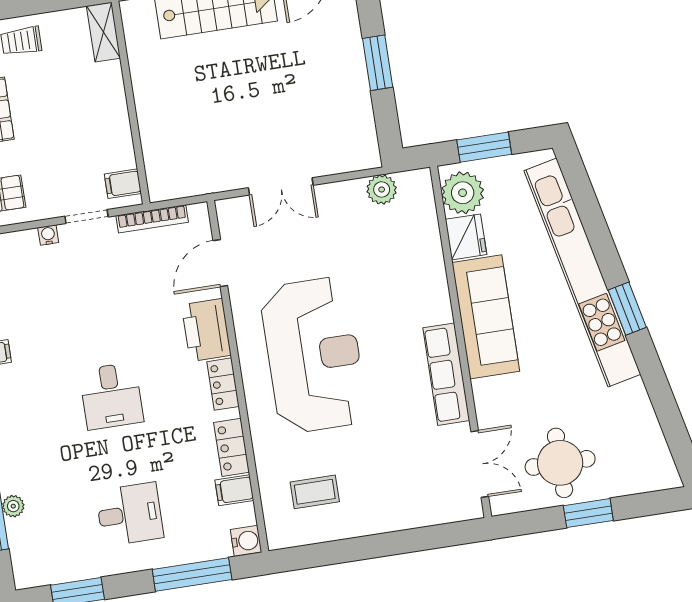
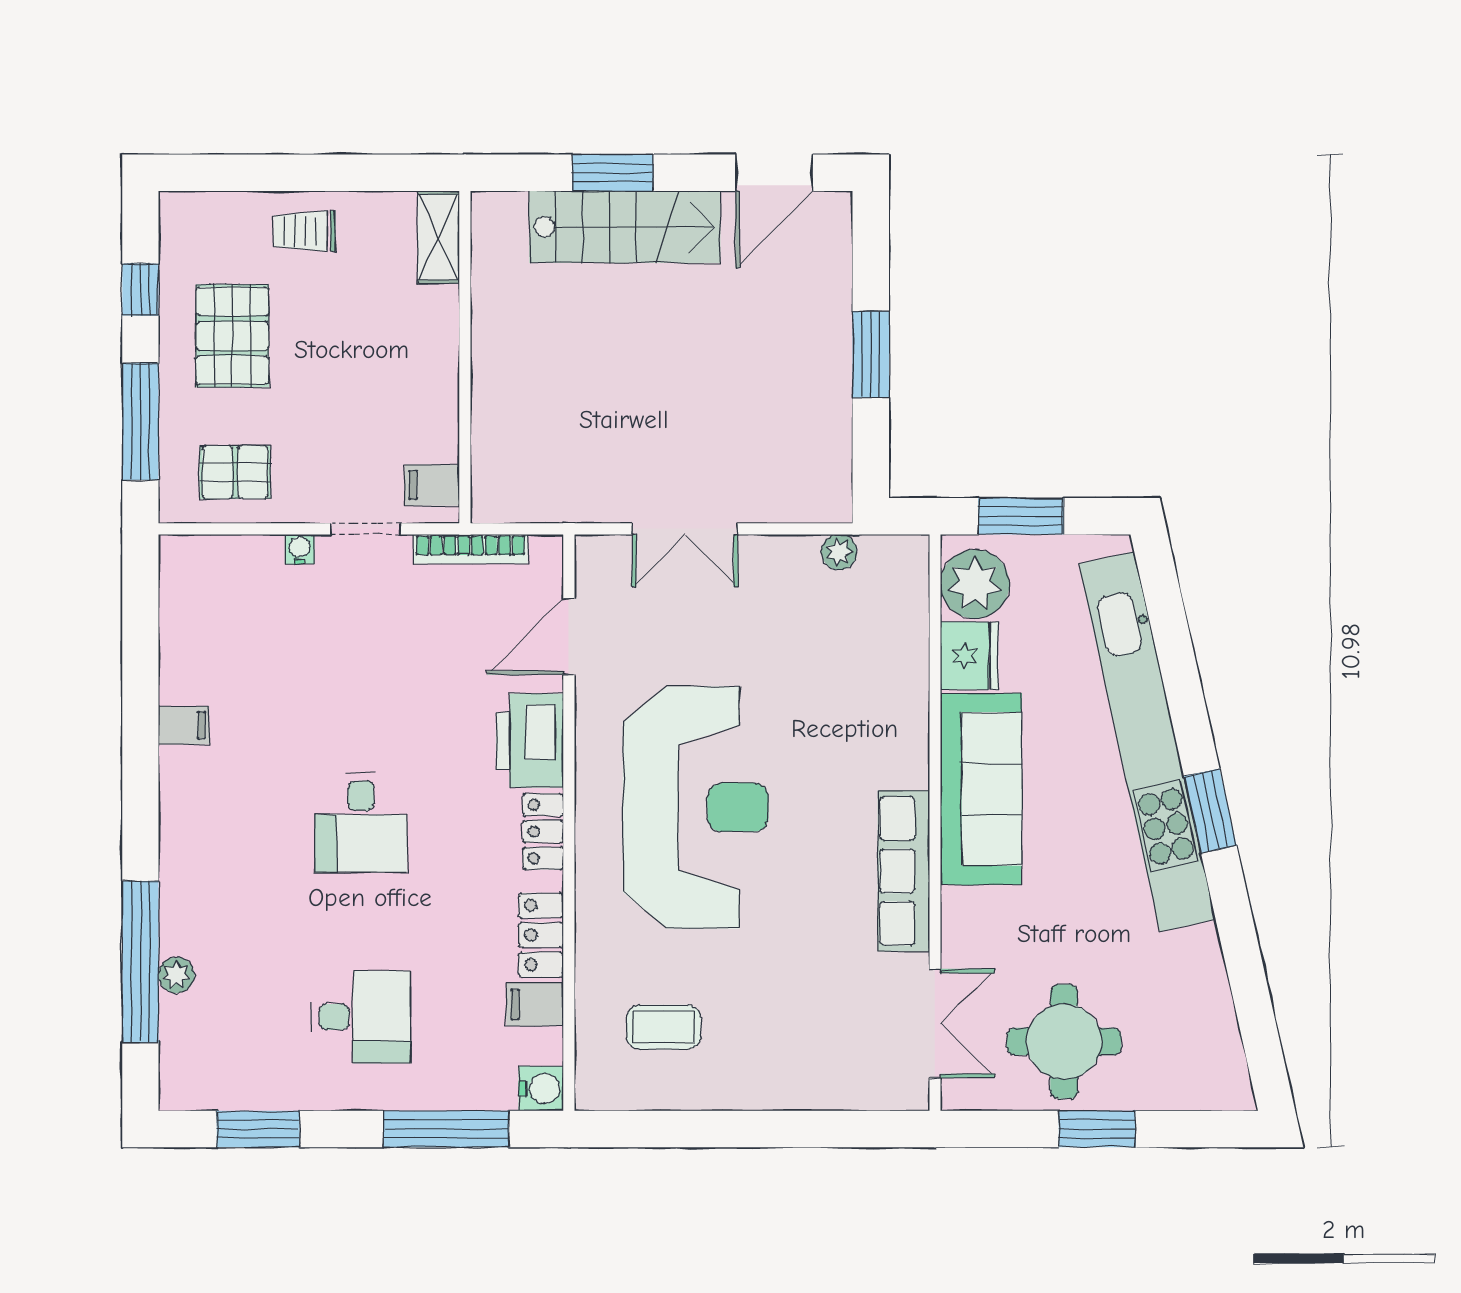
plant: (382, 189) -> (839, 552), width x0.73, depth x0.73

